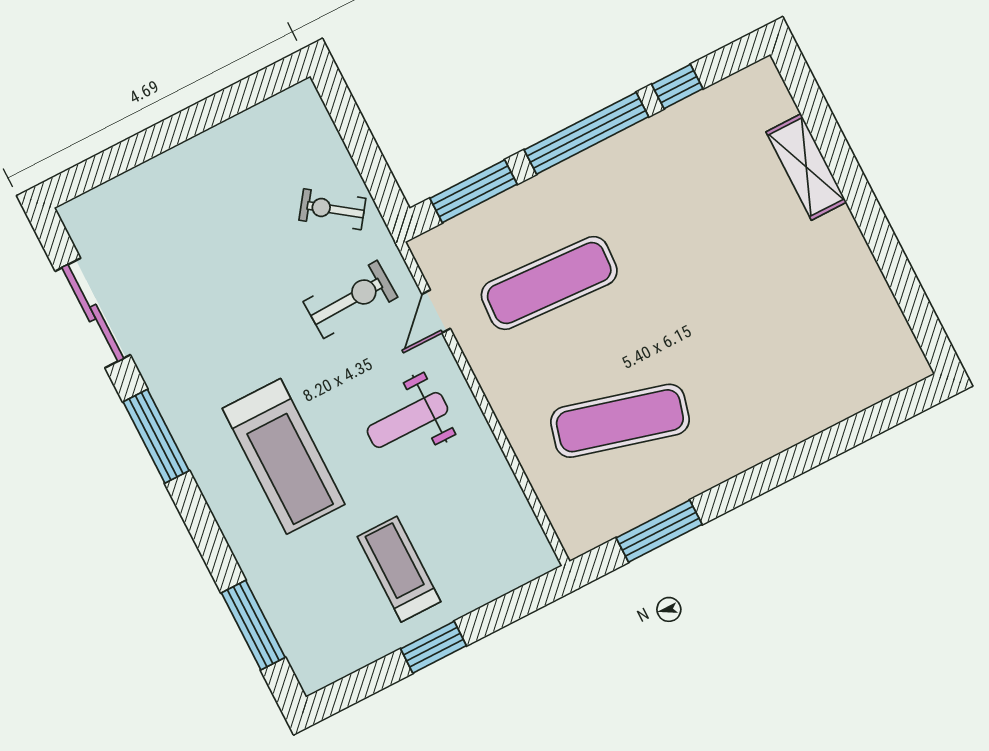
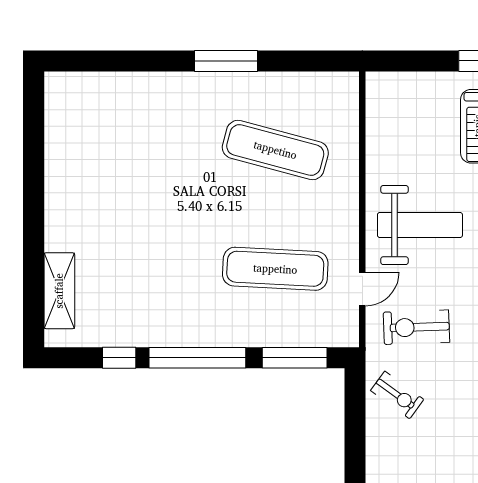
shelving: (806, 167) -> (59, 291), moved
weight bench: (407, 420) -> (420, 225), width x1.36, depth x1.33
window: (659, 531) -> (226, 61), moved

